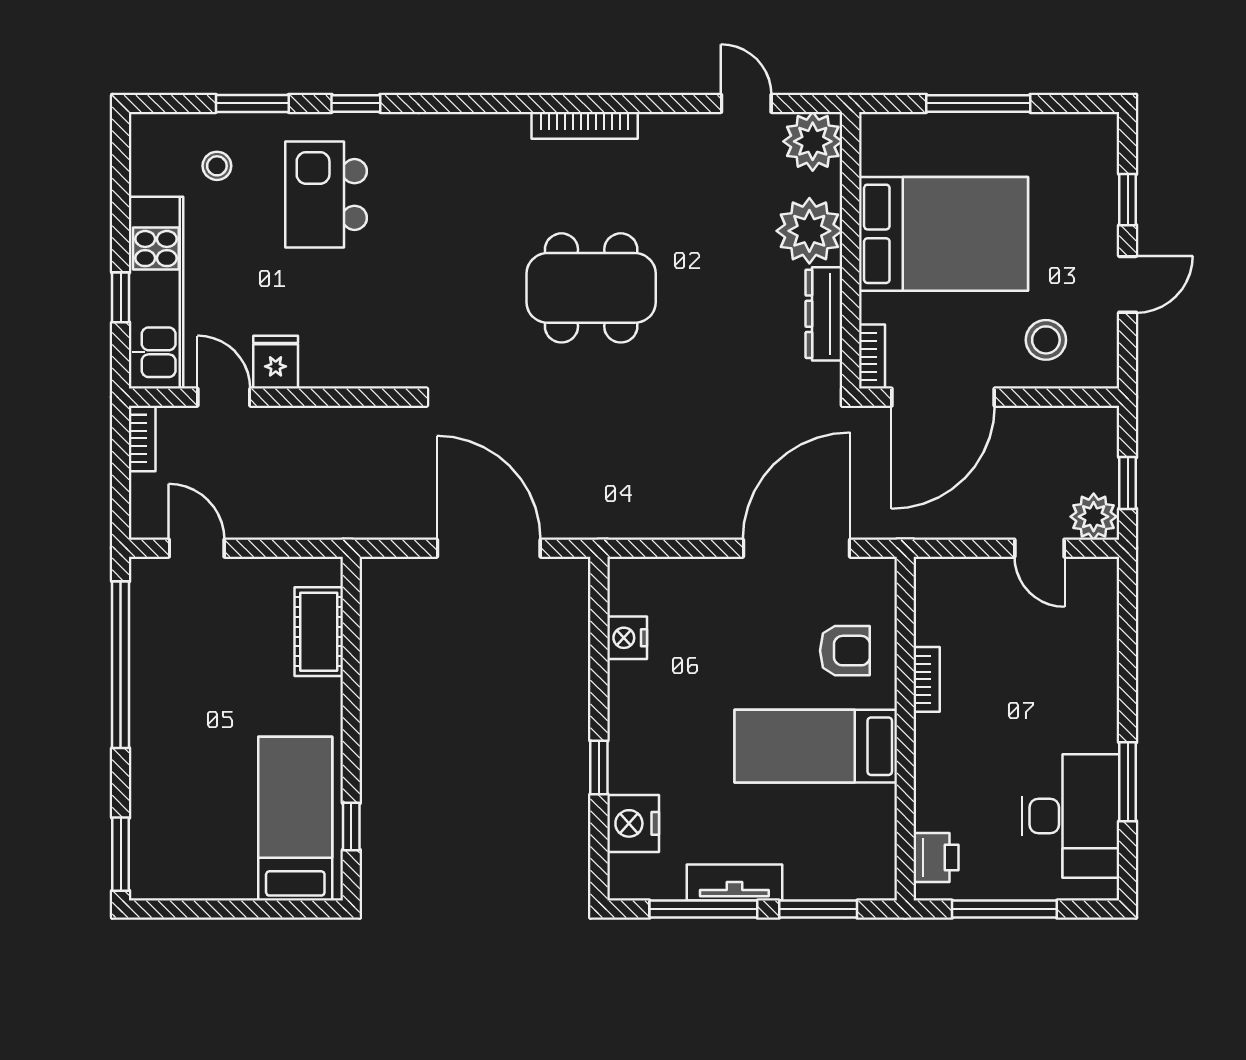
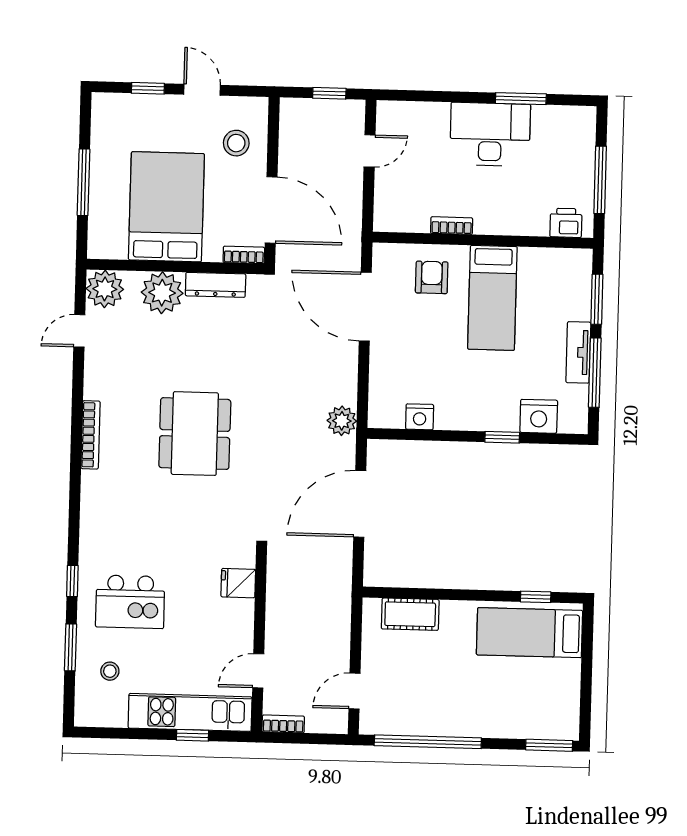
fridge: (276, 362) -> (238, 583), moved
plant: (1094, 517) -> (342, 421), moved
desk: (1071, 816) -> (490, 134), moved

